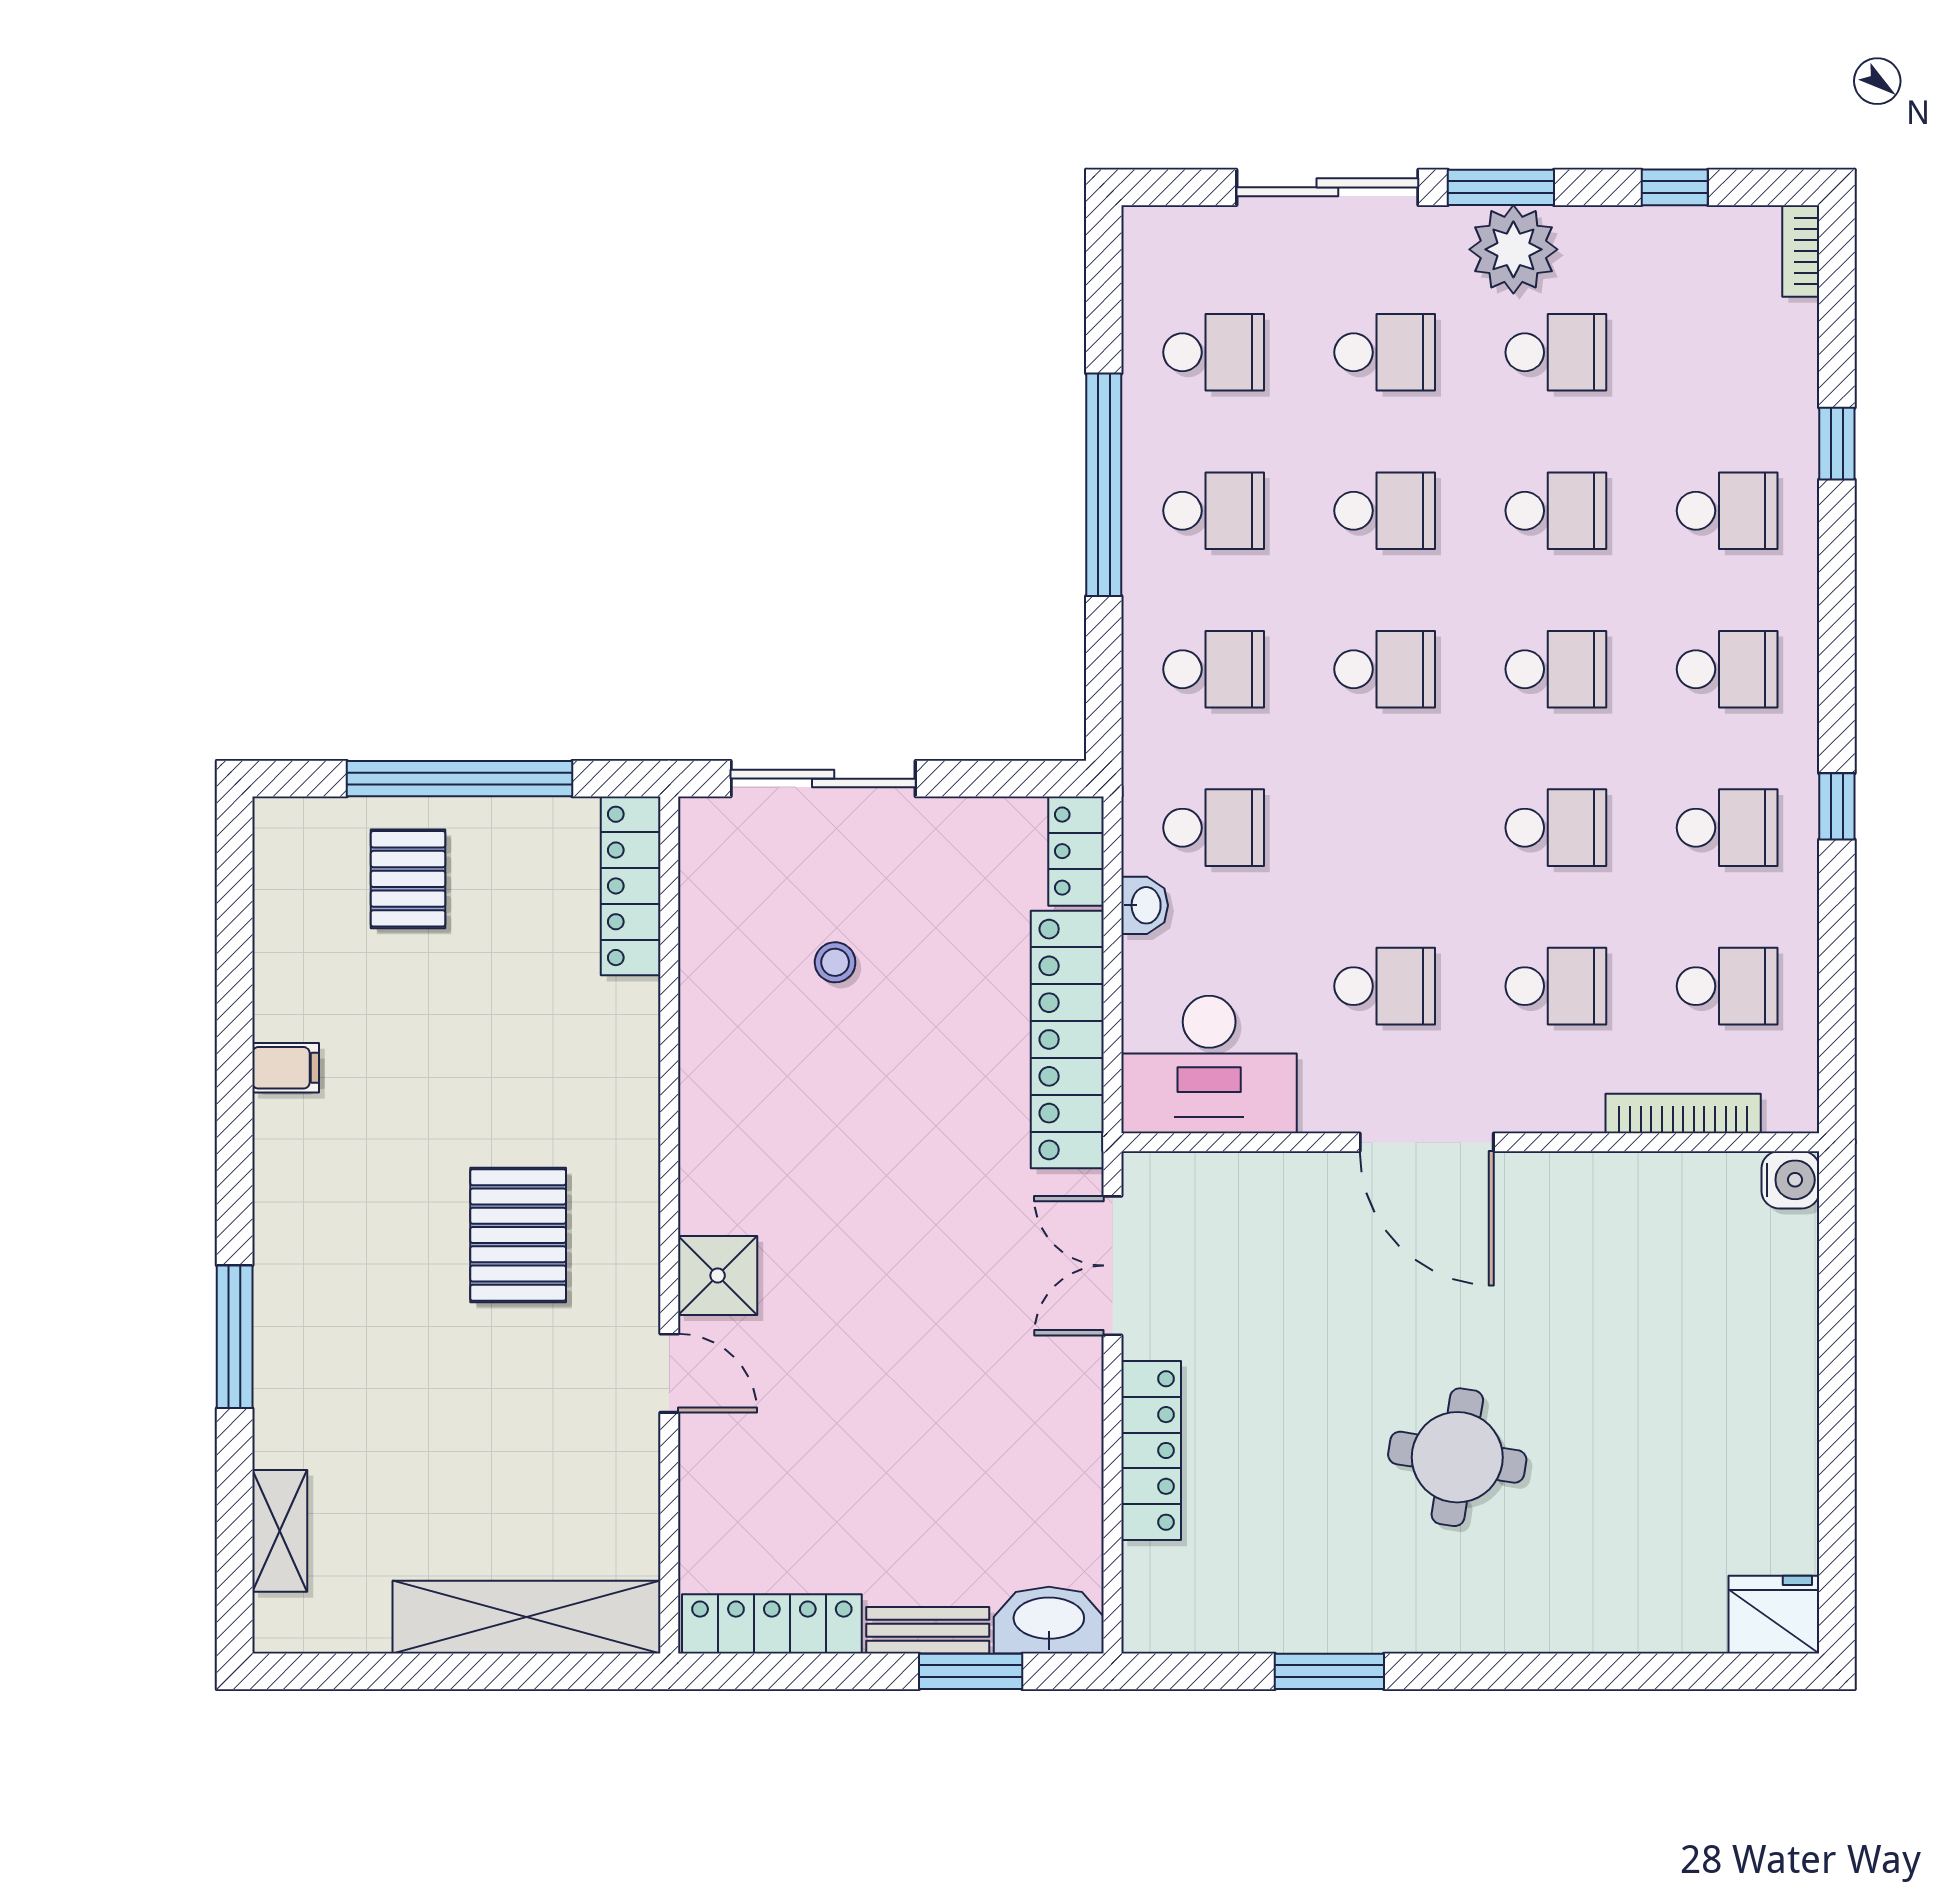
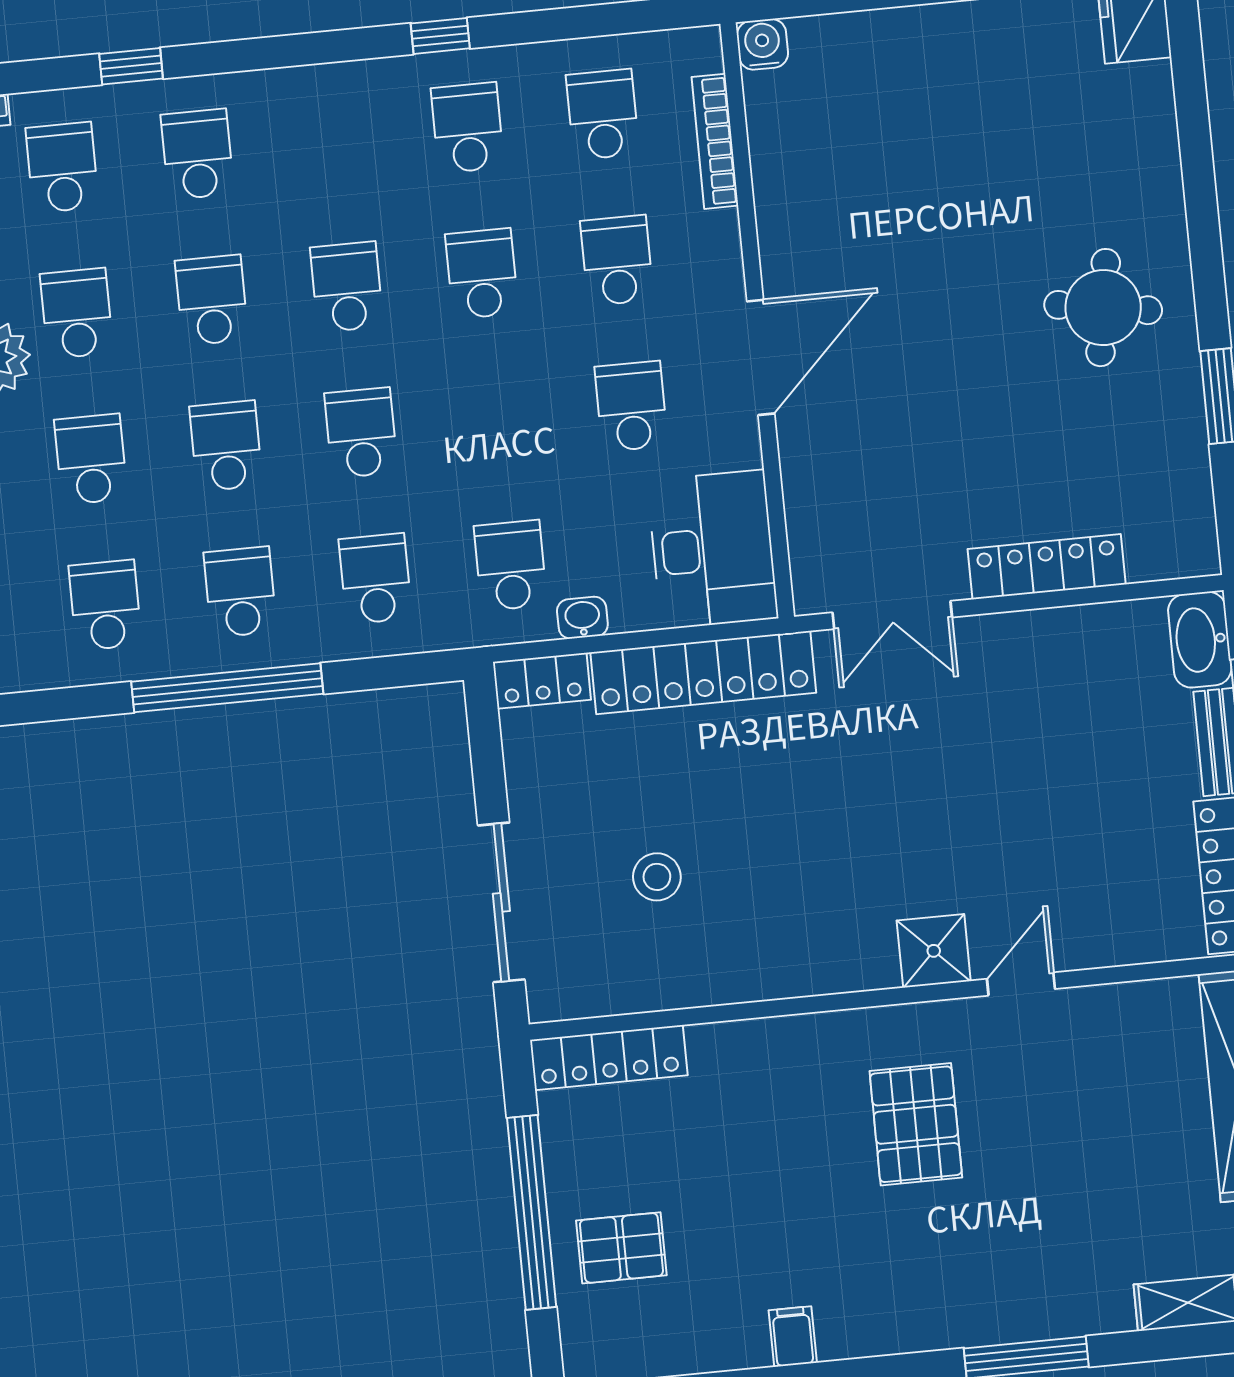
school desk: (1727, 669) -> (62, 167), moved
stool: (835, 962) -> (657, 877), width x1.37, depth x1.37
pallet: (518, 1235) -> (916, 1124), turned 90
round table: (1457, 1457) -> (1103, 308), moved

